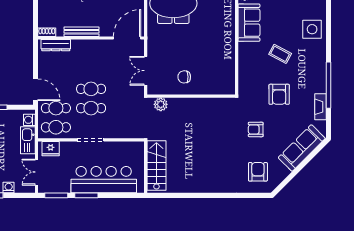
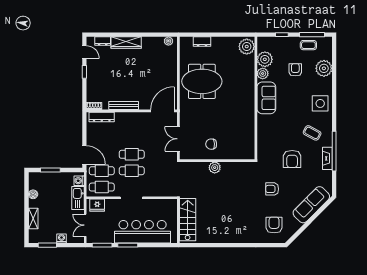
coffee table: (280, 54) -> (312, 133), moved
plant: (161, 104) -> (215, 168), moved
fireplace: (320, 107) -> (327, 158), moved

